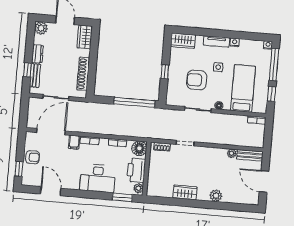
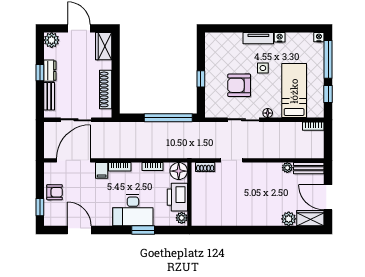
wardrobe: (183, 41) -> (219, 41), removed
window: (27, 70) -> (40, 73), moved
wardrobe: (185, 192) -> (310, 218), moved
plant: (216, 196) -> (289, 219), moved
window: (122, 197) -> (143, 230), moved

